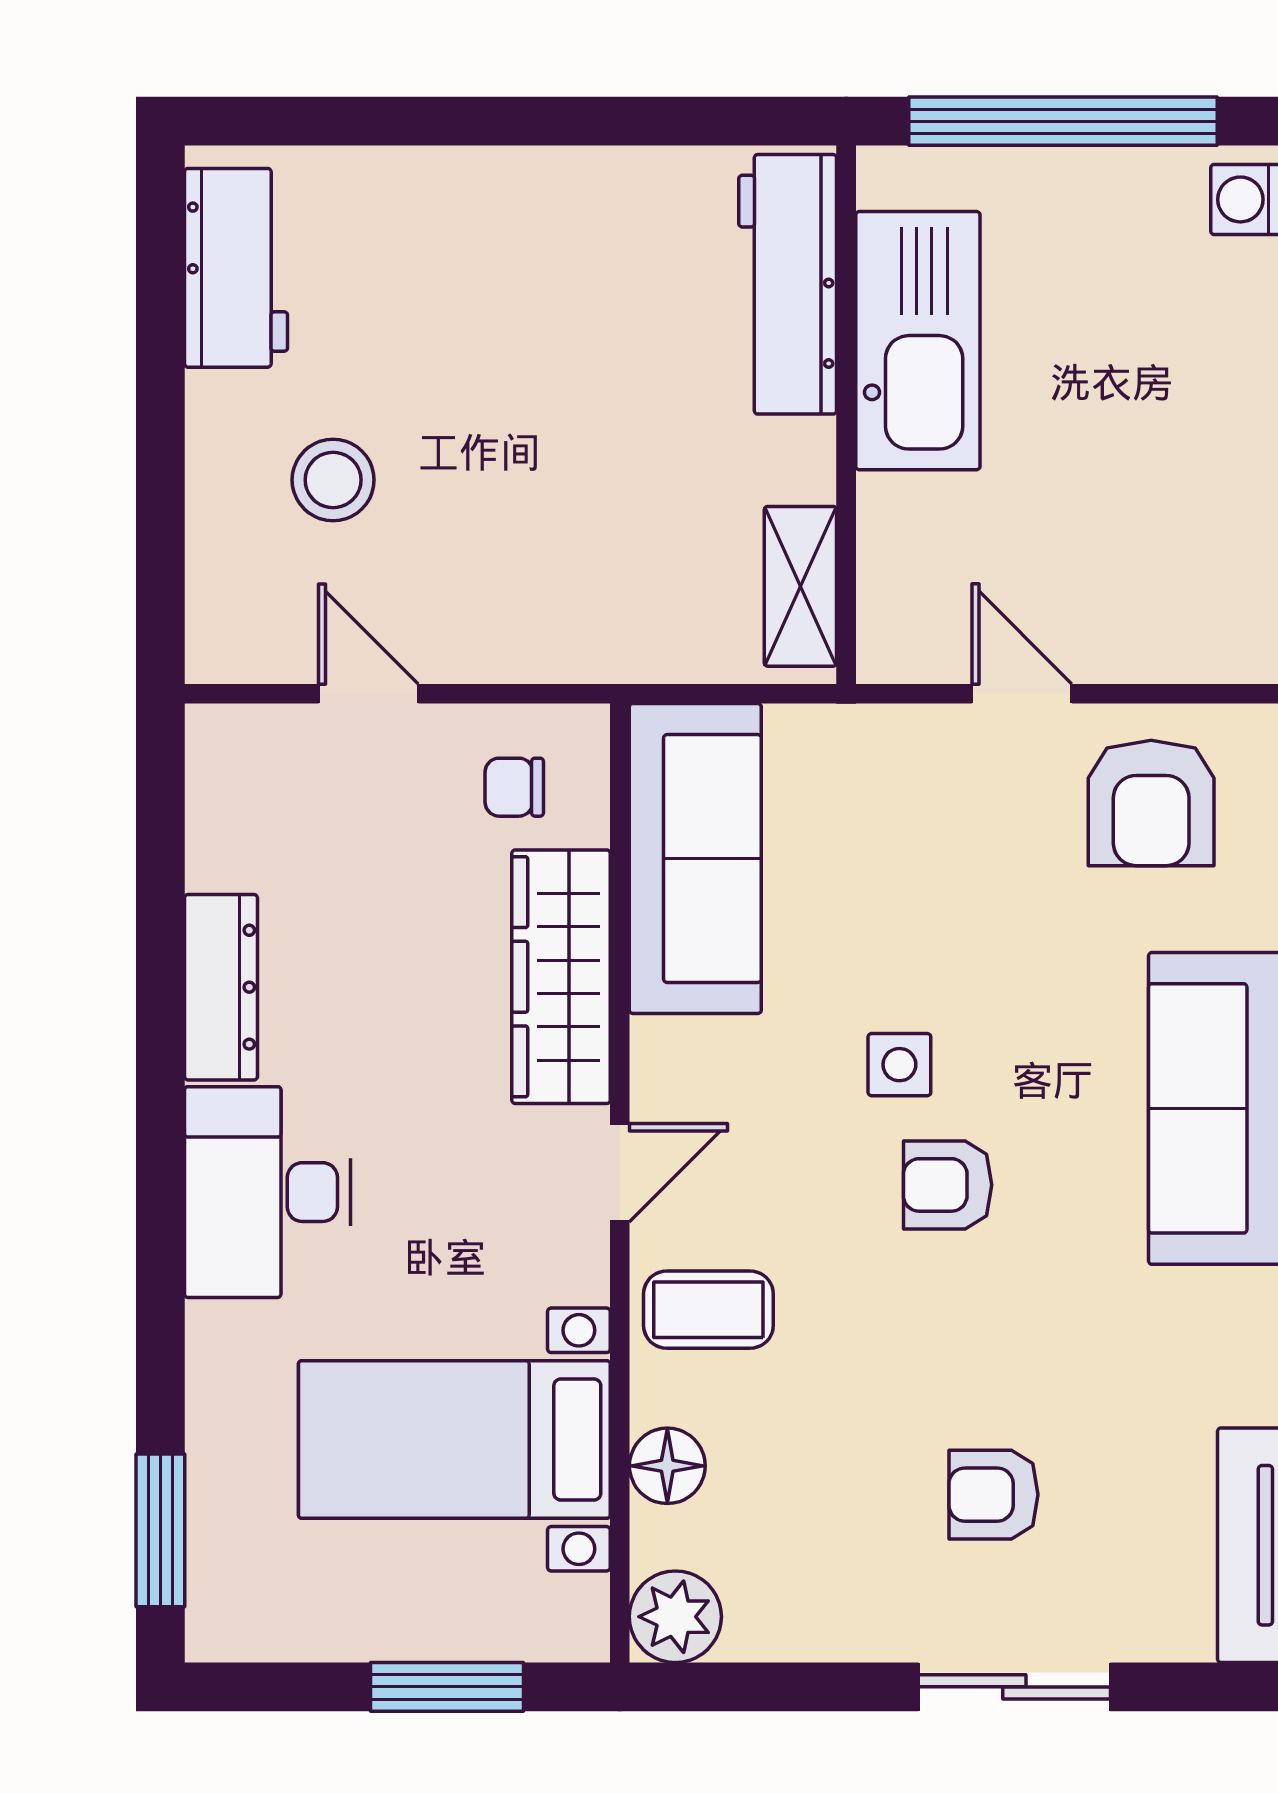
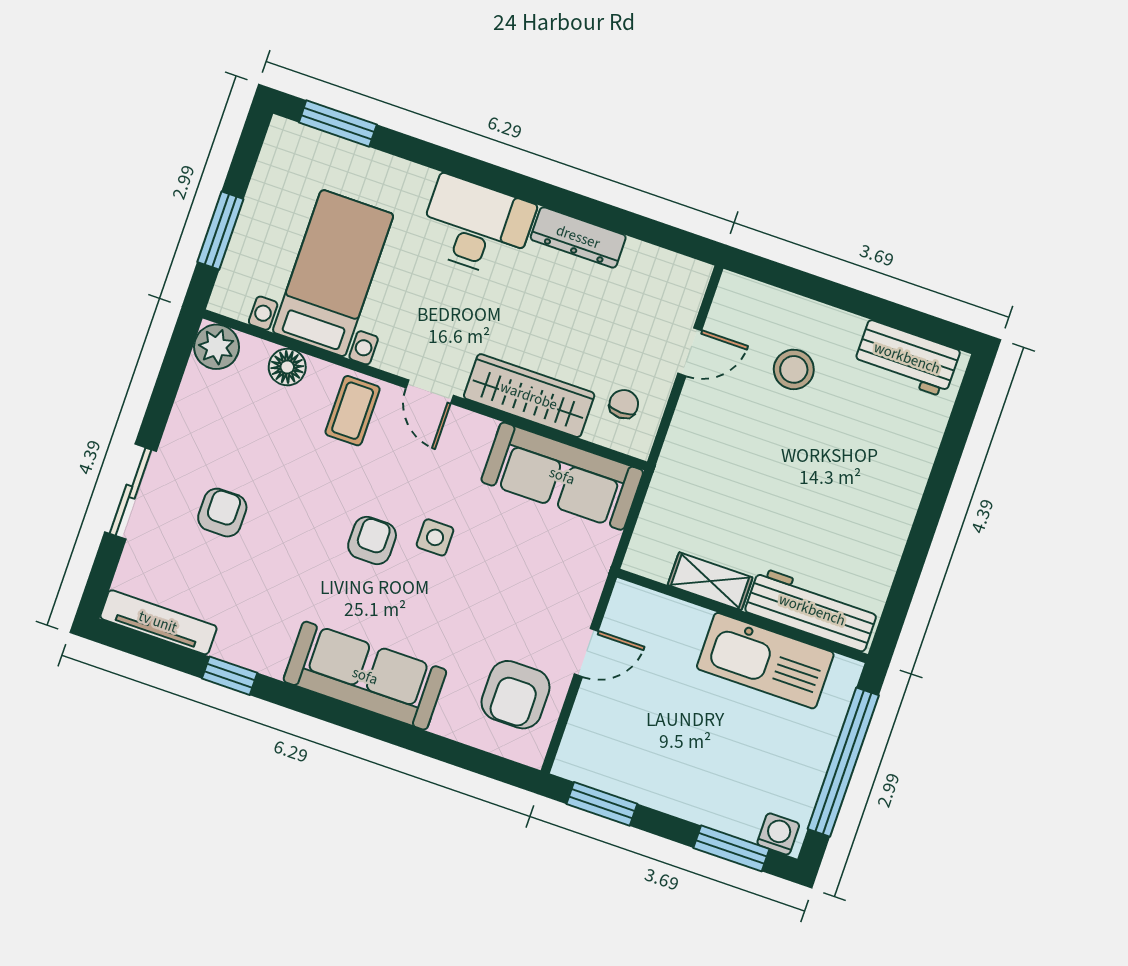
shelving: (800, 586) -> (710, 581), moved
armchair: (1151, 803) -> (516, 695), turned -90

